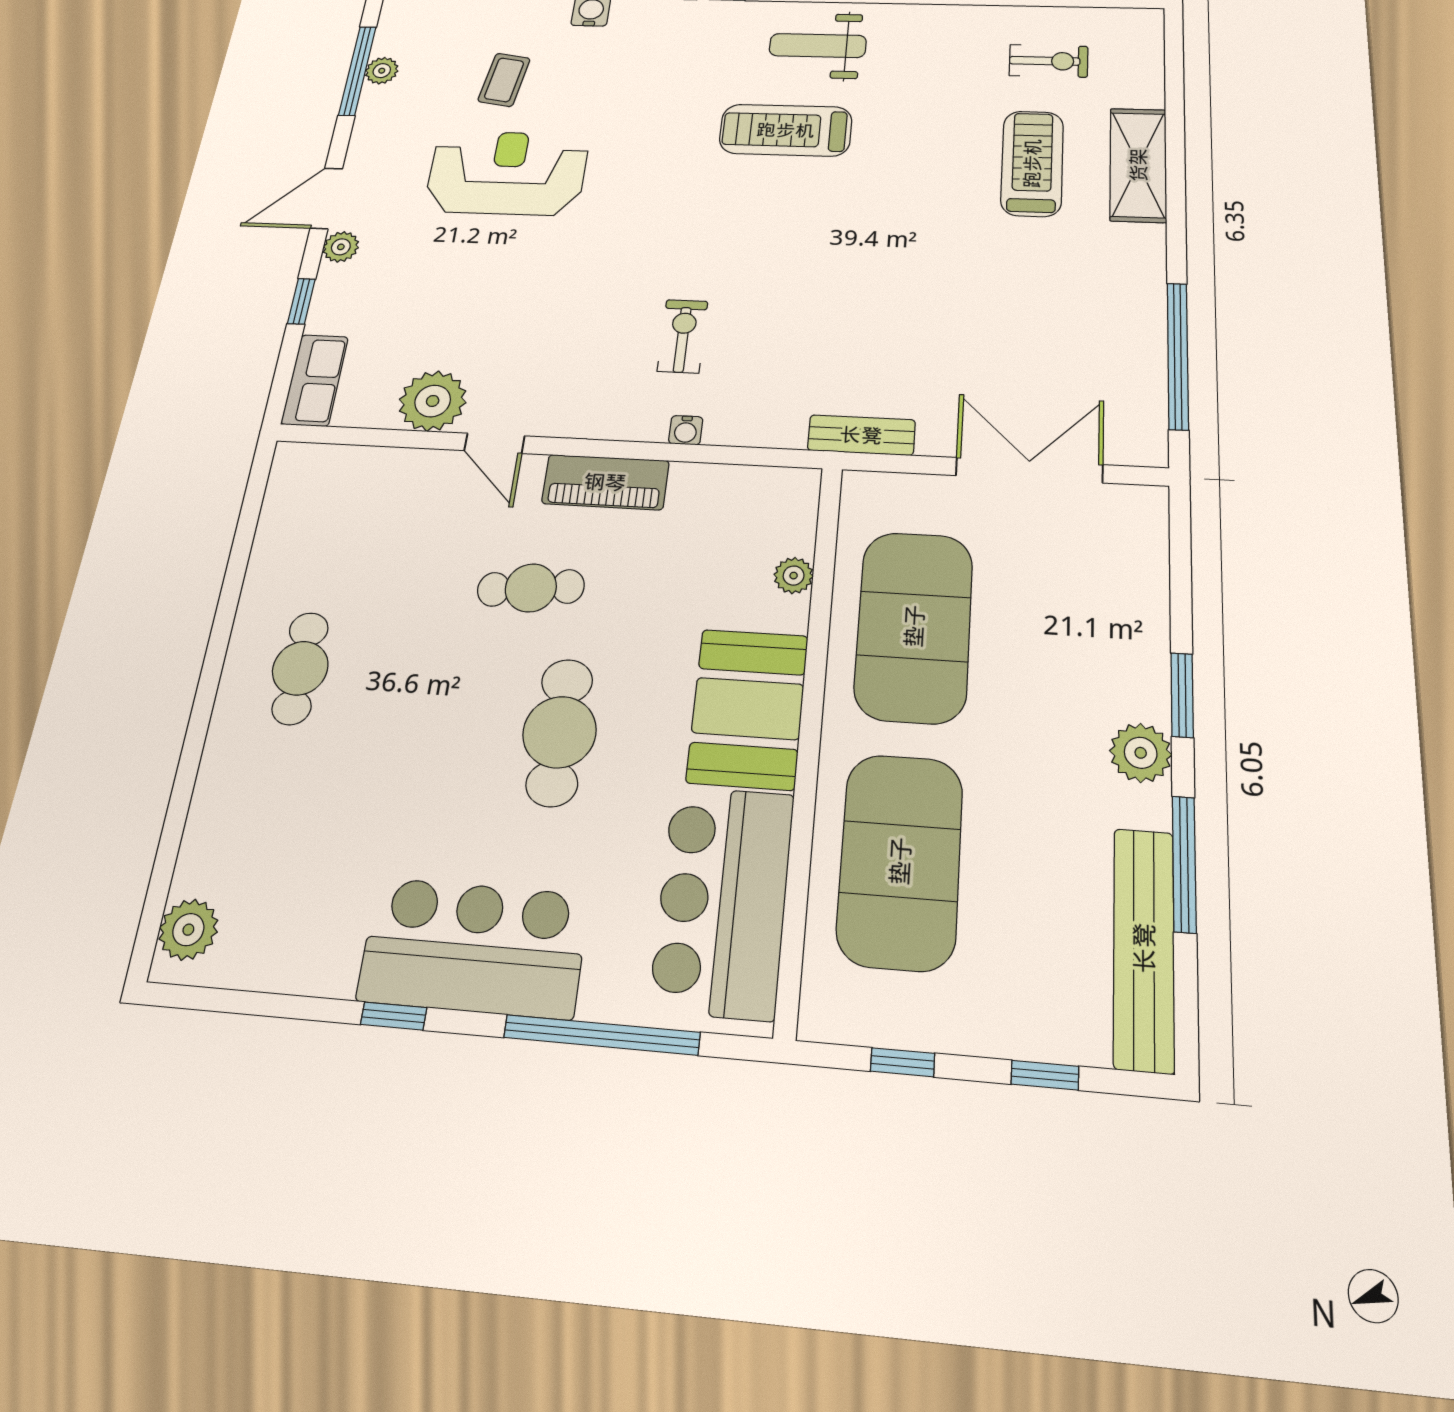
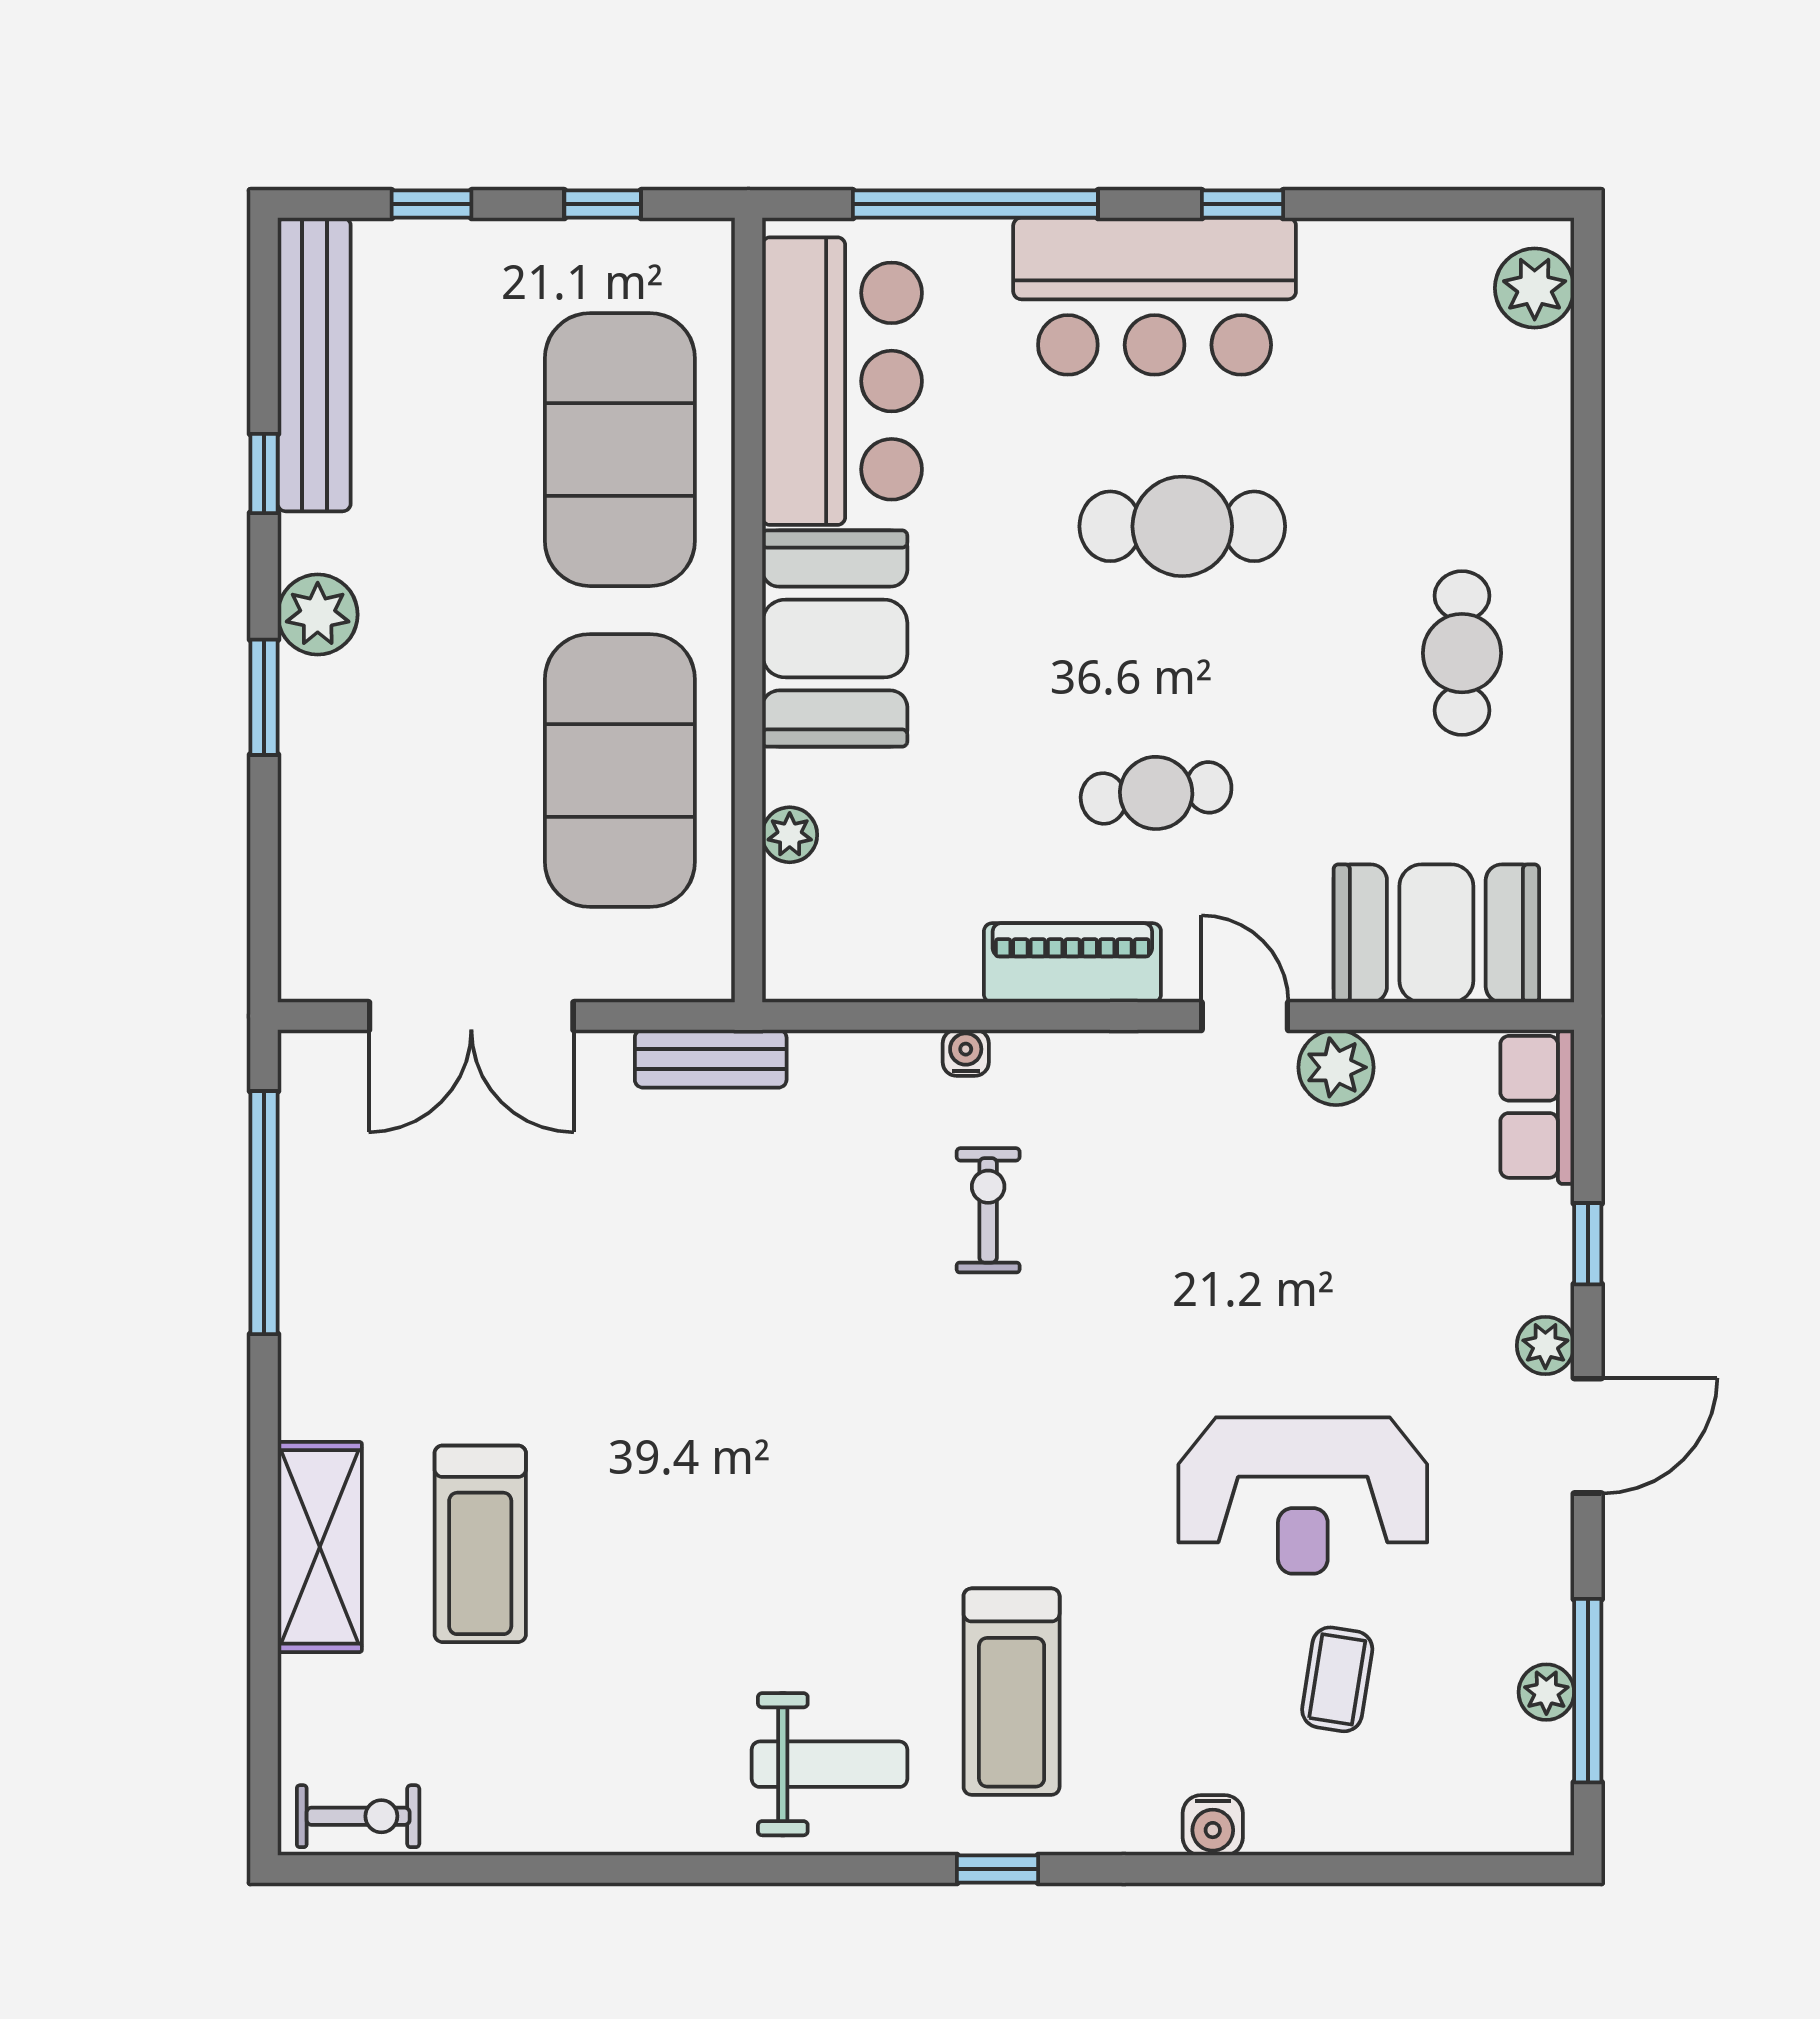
exercise bike: (1049, 61) -> (358, 1816), moved, turned 180
treadmill: (786, 130) -> (1012, 1692), moved, turned 90
exercise bike: (683, 336) -> (988, 1210), turned 180
plant: (433, 401) -> (1336, 1067), width x0.73, depth x0.73
booth: (357, 487) -> (1436, 933), added
cafe table: (560, 732) -> (1182, 526), moved, turned 90
window: (1184, 864) -> (264, 473), width x0.46

